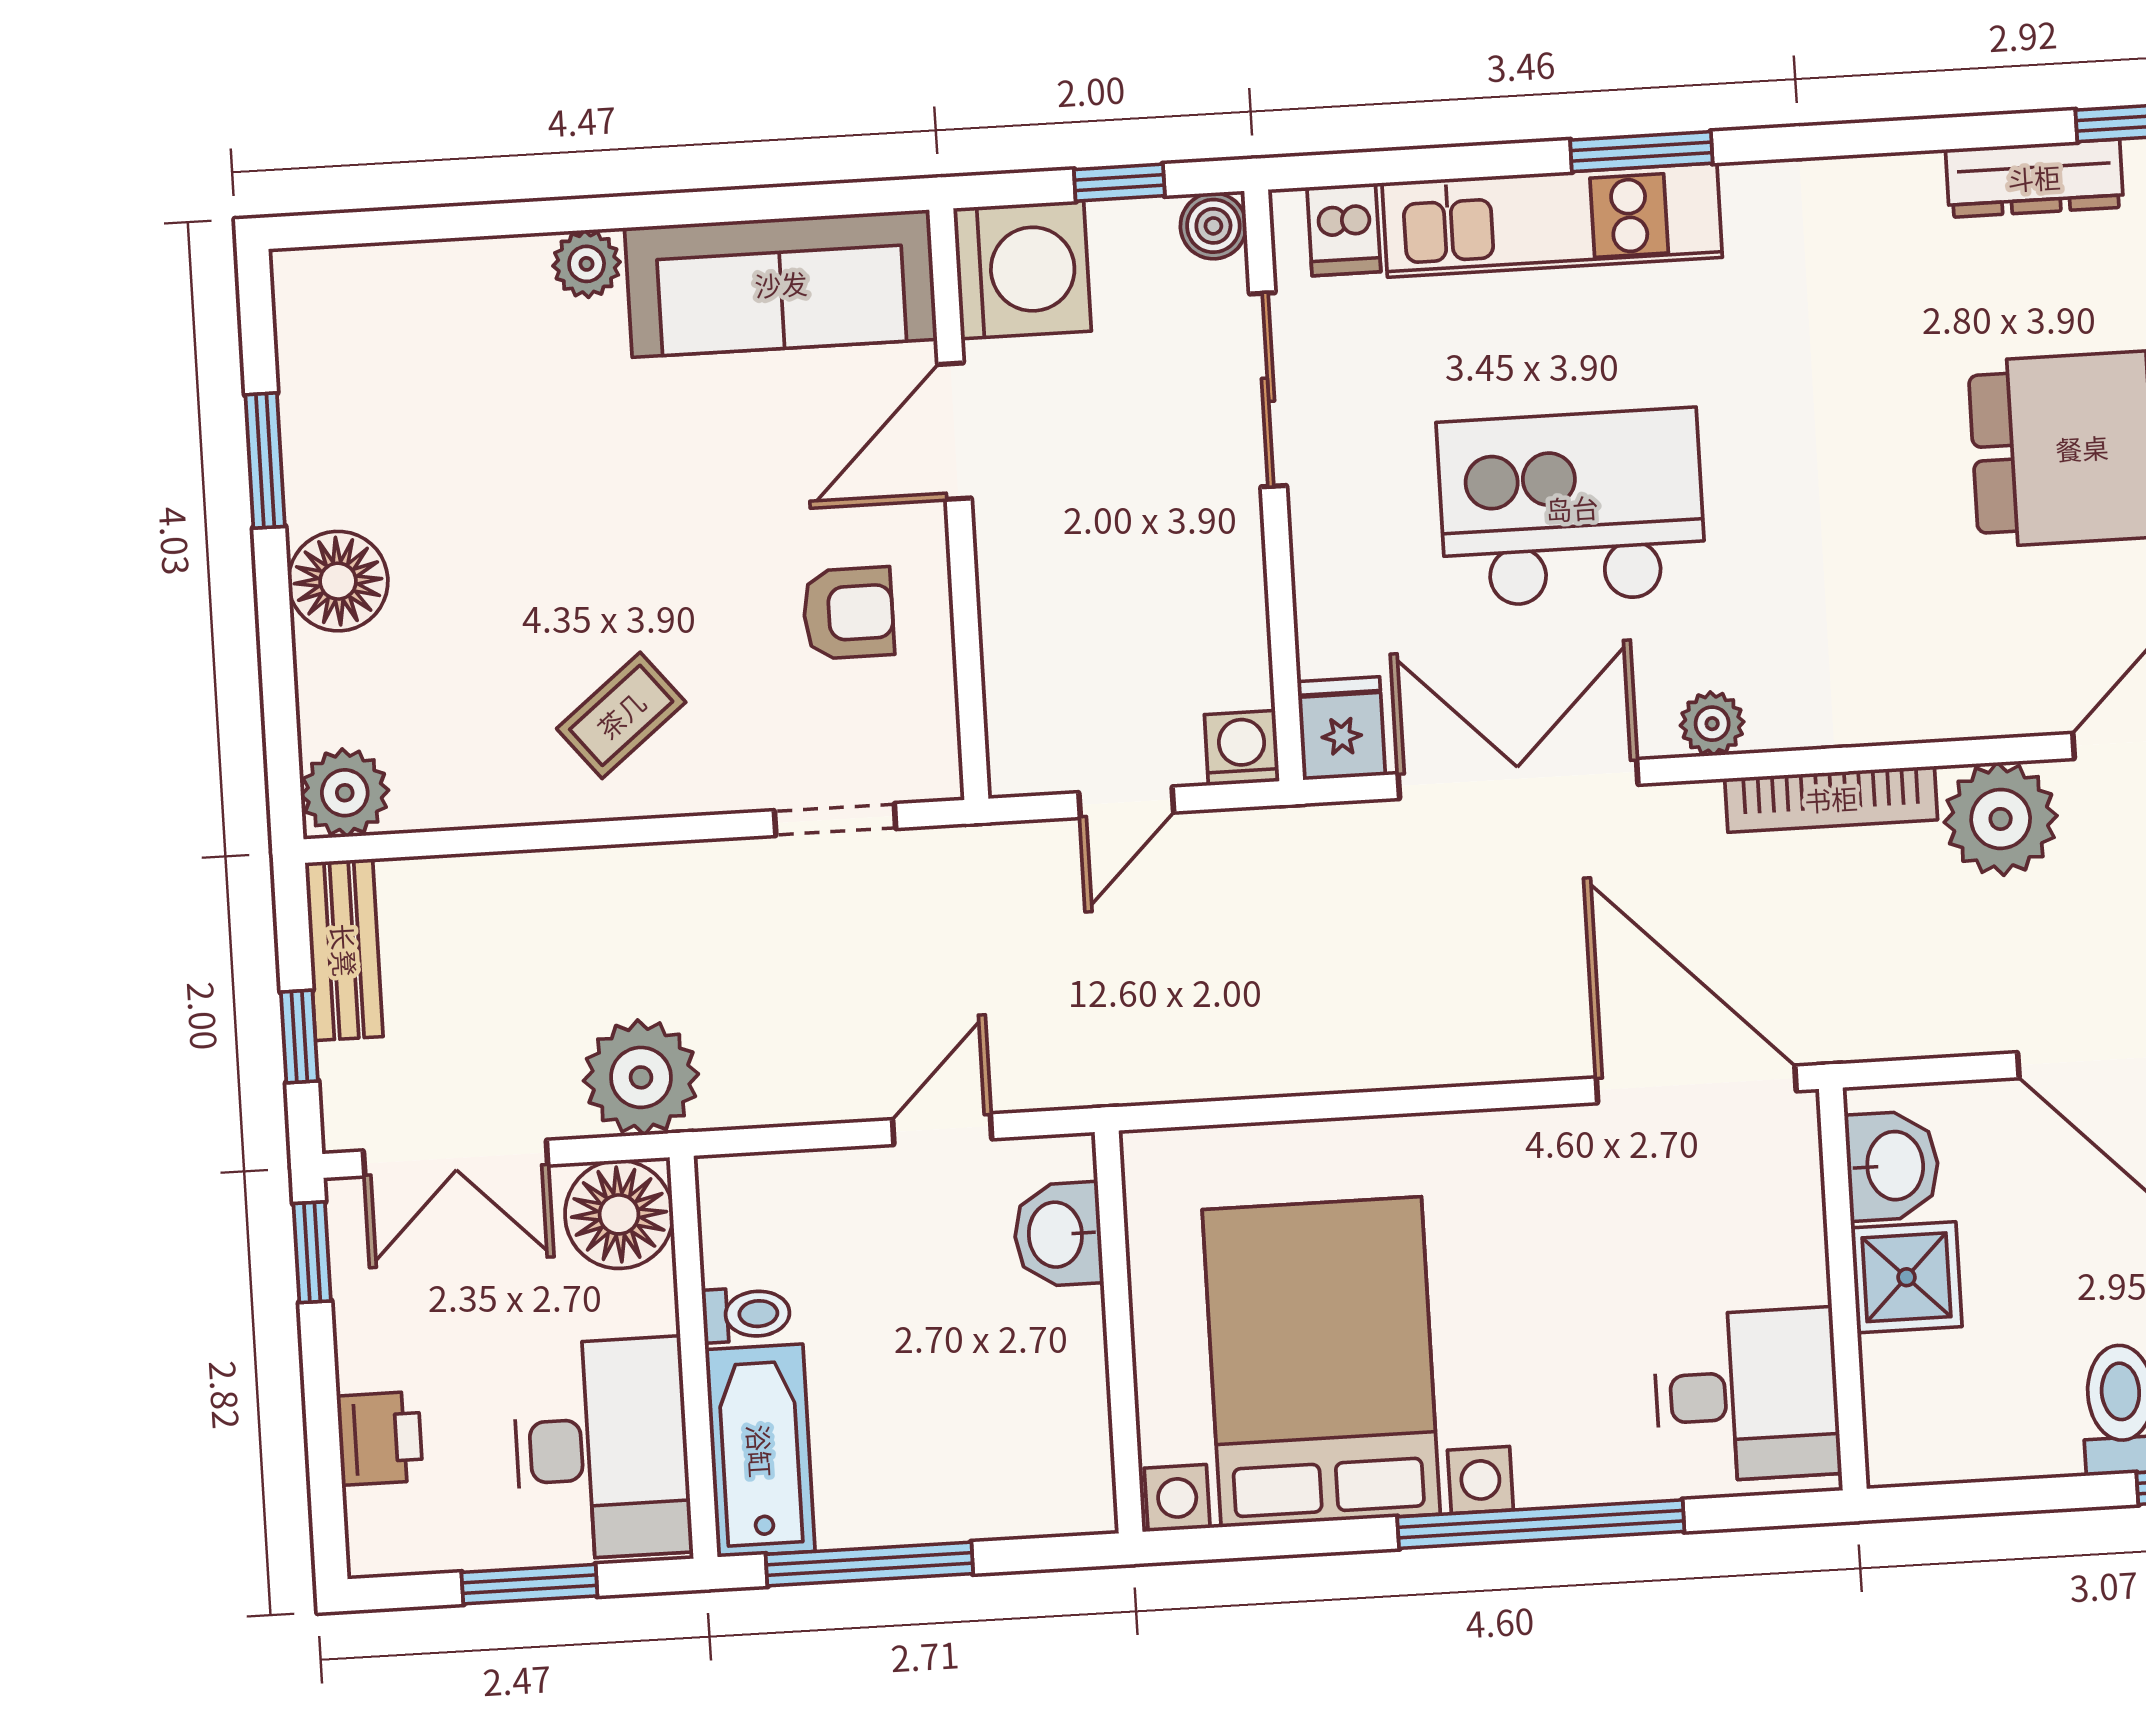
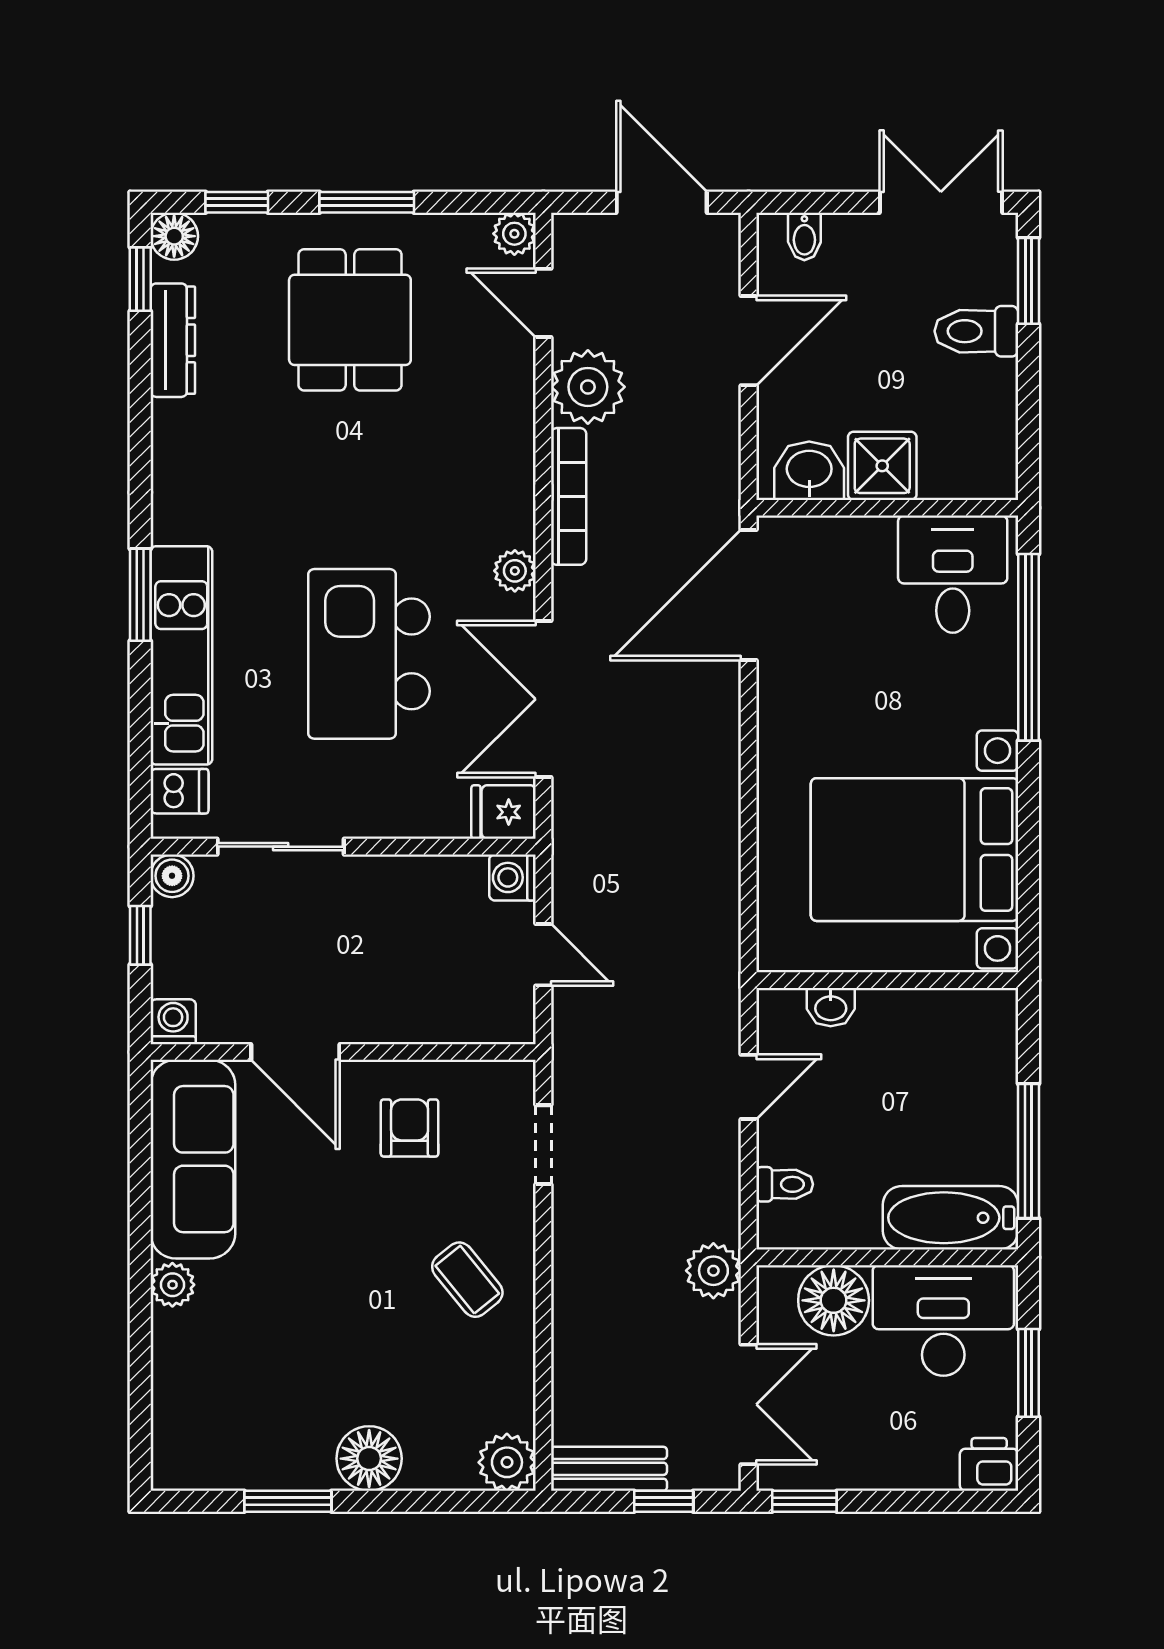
washing machine: (1022, 270) -> (173, 1022), width x0.53, depth x0.53
plant: (641, 1077) -> (713, 1271), width x0.73, depth x0.73
door: (942, 1129) -> (749, 1087), swing flipped
floor lamp: (619, 1214) -> (834, 1300), moved
washbasin: (1058, 1234) -> (831, 1007), width x0.72, depth x0.69
toilet: (746, 1314) -> (785, 1184), moved, turned 90
printer: (380, 1438) -> (989, 1464), moved
window: (1541, 1524) -> (1029, 647), moved

